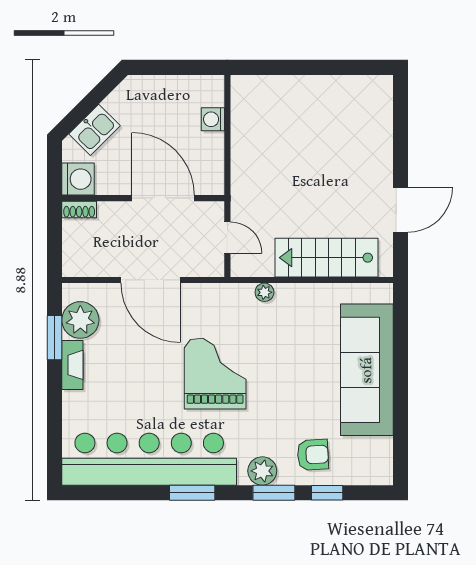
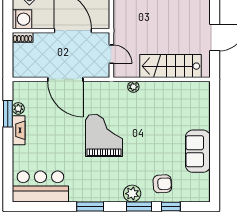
plant: (80, 320) -> (18, 108), width x0.53, depth x0.53
sofa: (367, 370) -> (198, 151), width x0.54, depth x0.79
bar counter: (149, 459) -> (40, 186), width x0.54

